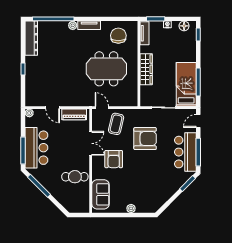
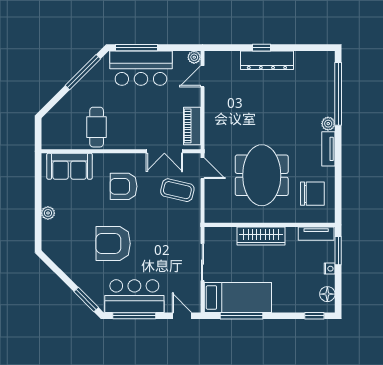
dresser: (31, 38) -> (267, 60), moved
door: (53, 108) -> (202, 76), moved
door: (102, 108) -> (202, 168), hinge flipped
armchair: (145, 139) -> (113, 244), moved, turned 90
double door: (91, 143) -> (164, 151), moved

